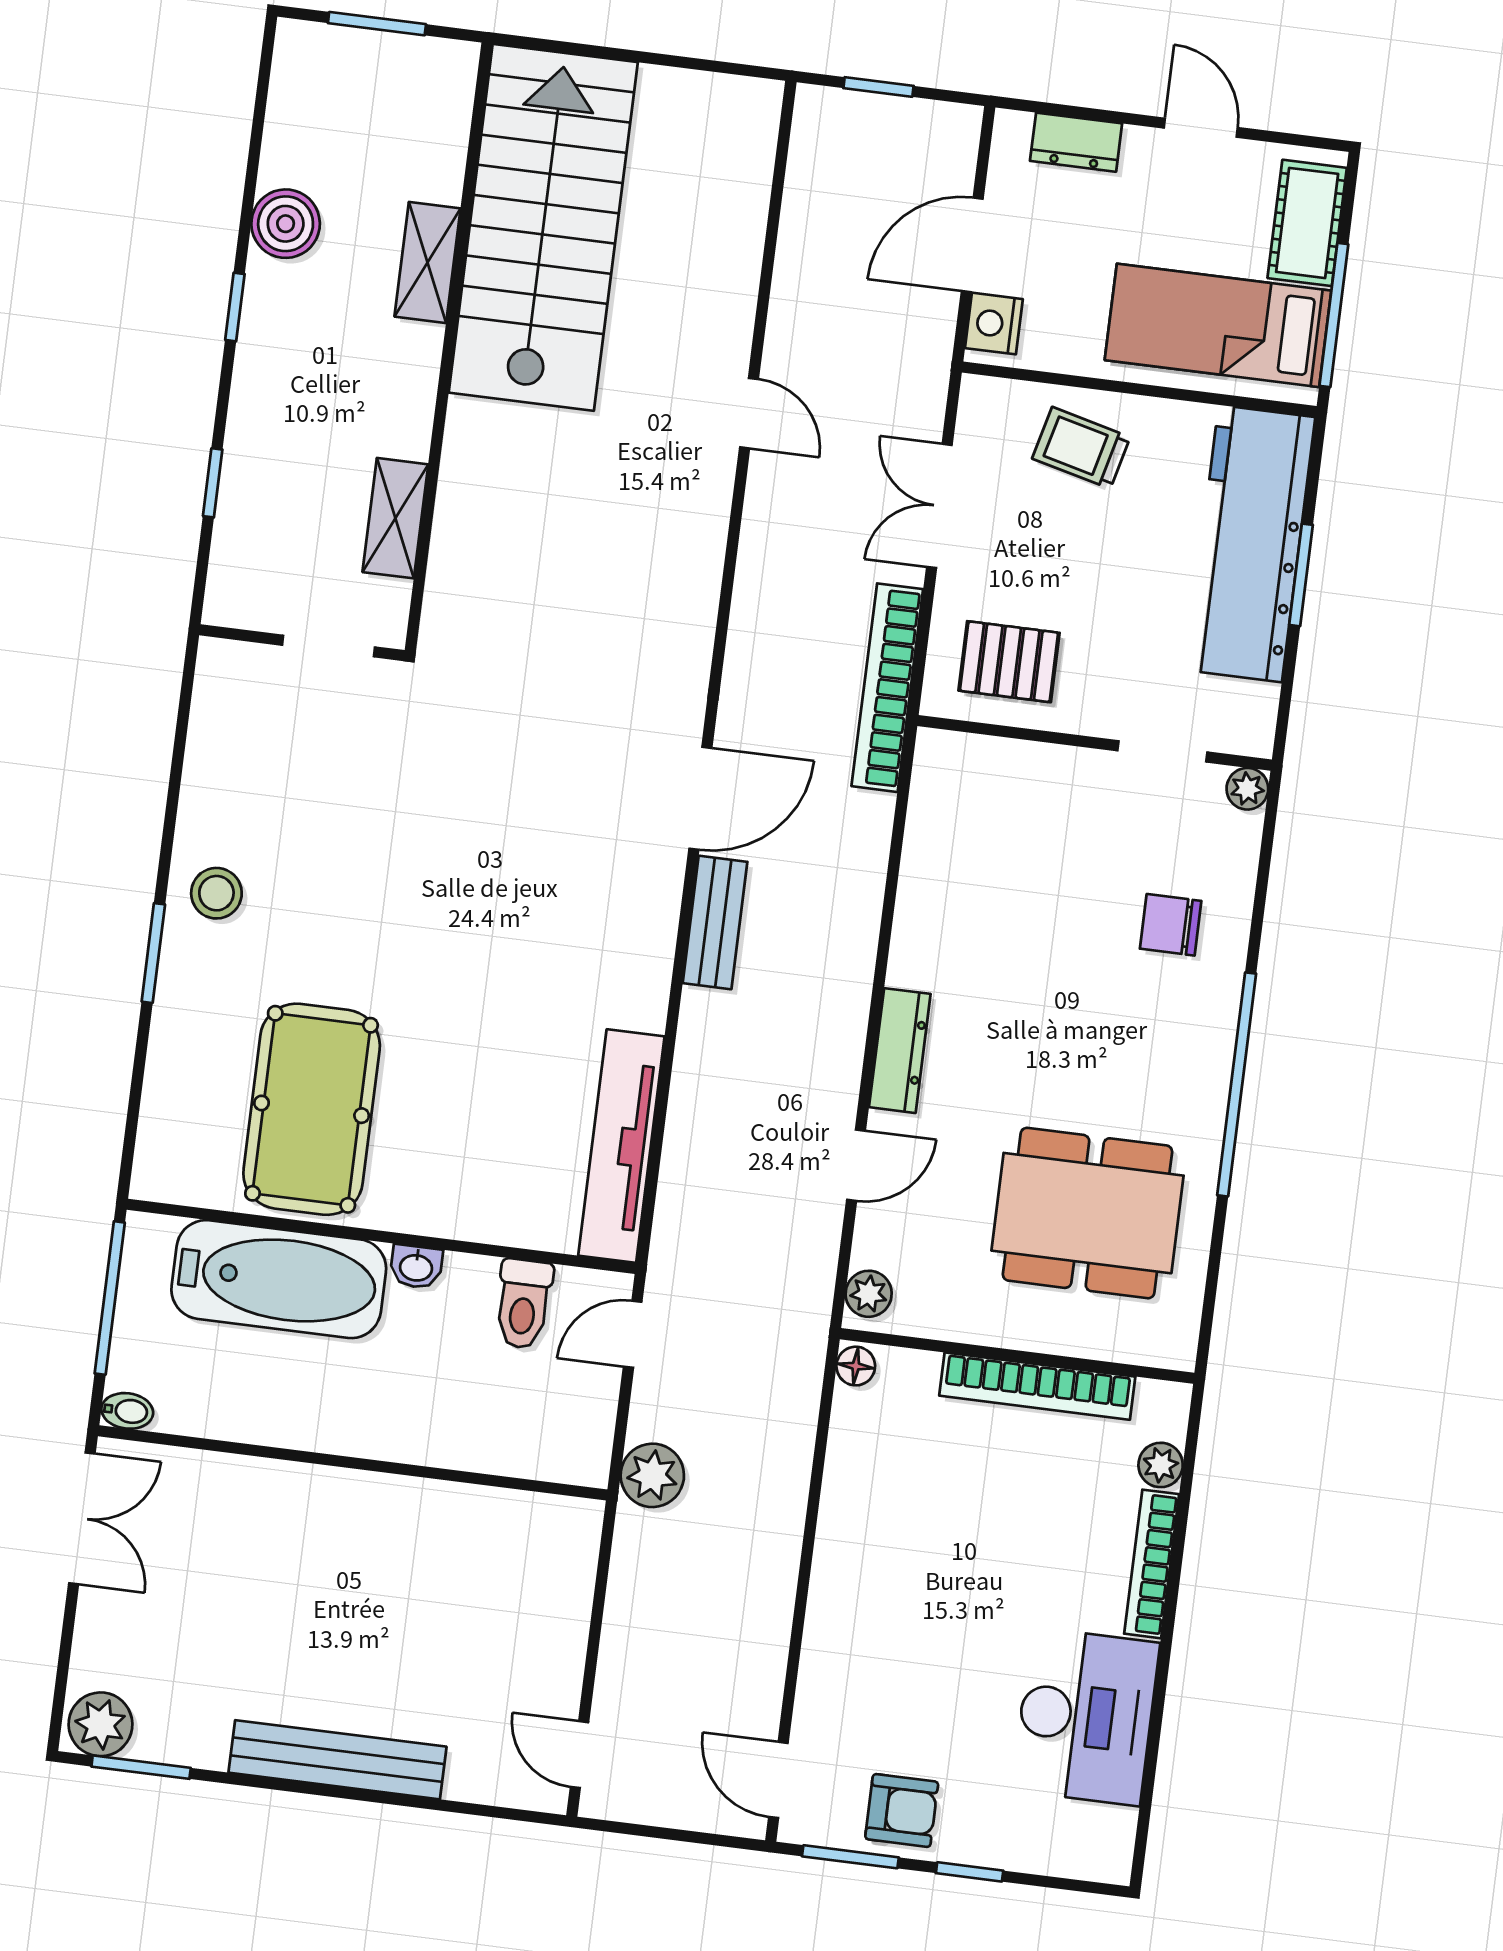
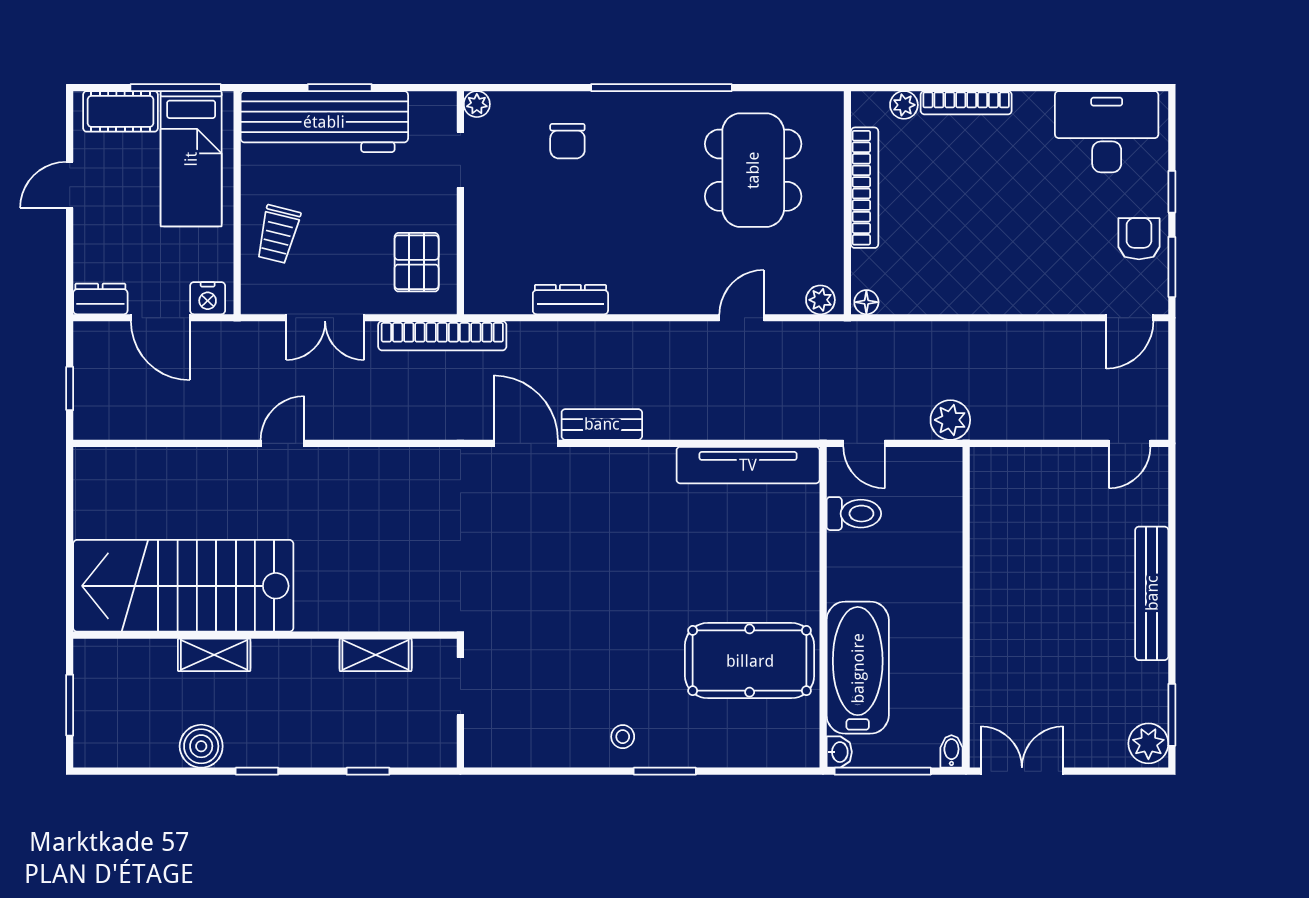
dresser: (1076, 142) -> (100, 299), moved, turned -90
stool: (216, 893) -> (623, 737), width x0.73, depth x0.73
dresser: (900, 1051) -> (570, 300), moved
door: (856, 1165) -> (742, 318), hinge flipped
washbasin: (416, 1267) -> (839, 752), moved
desk: (1086, 1717) -> (1107, 132), moved

